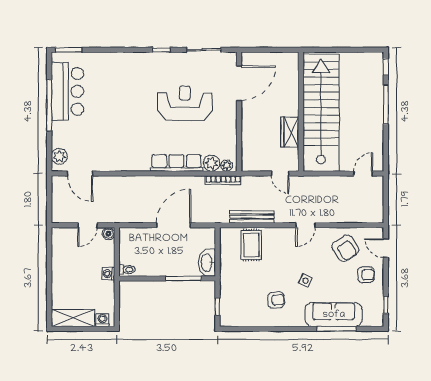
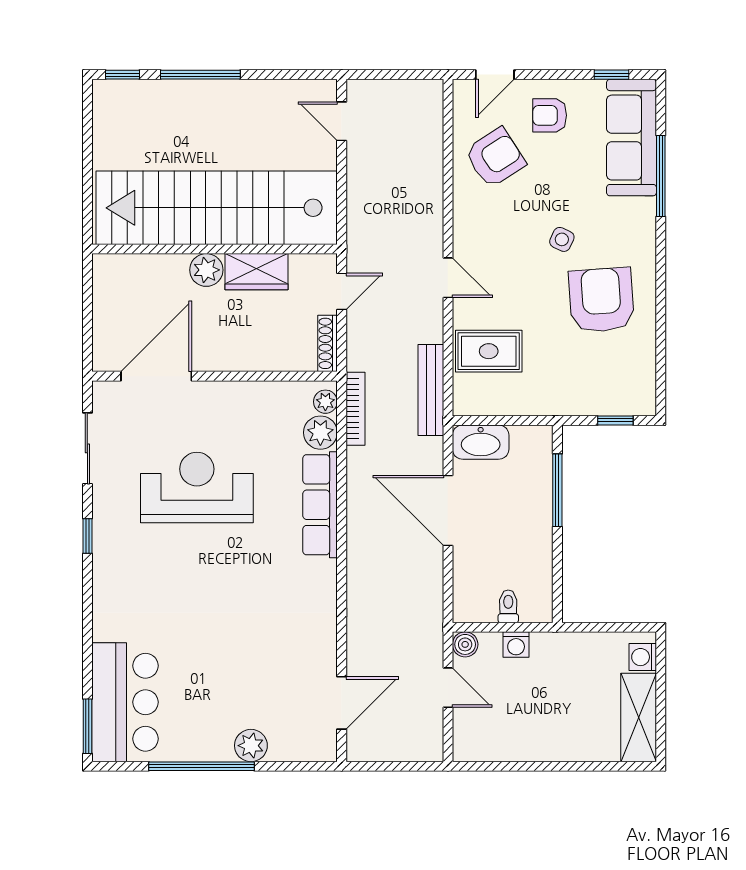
door: (239, 83) -> (156, 376), hinge flipped
bar counter: (67, 91) -> (125, 702), moved, turned 90
reception desk: (185, 103) -> (197, 487), turned 90
plant: (291, 108) -> (206, 270), added
plant: (59, 156) -> (251, 746), moved
shoe rack: (255, 167) -> (328, 343), added
bench: (252, 217) -> (431, 390), moved
door: (306, 225) -> (448, 278), moved
washbasin: (207, 263) -> (481, 442), moved
toilet: (127, 270) -> (508, 606), moved
washing machine: (108, 274) -> (516, 645), moved
armchair: (366, 275) -> (550, 115), turned -90
armchair: (276, 300) -> (601, 300), width x1.88, depth x1.88
sofa: (334, 315) -> (632, 138), moved

